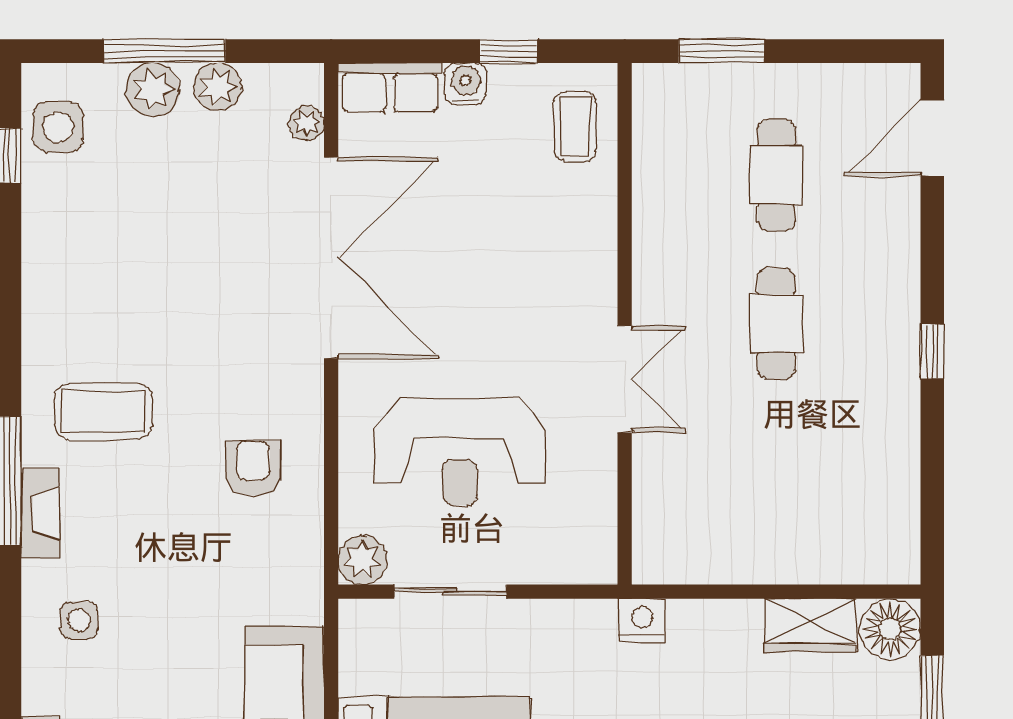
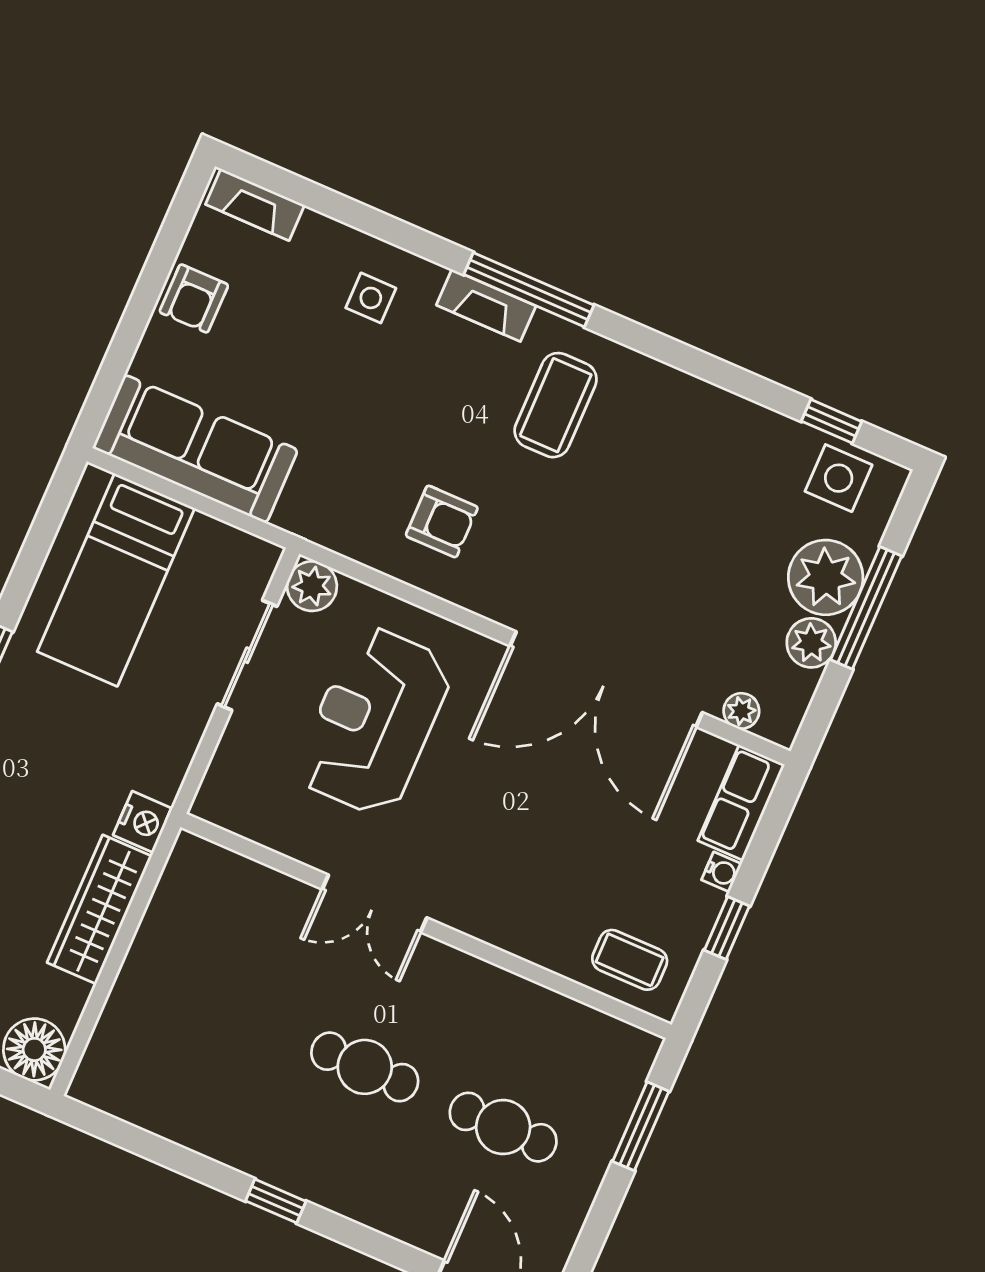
water cooler: (466, 84) -> (722, 872), width x0.72, depth x0.72
plant: (153, 90) -> (826, 577), width x1.36, depth x1.36
wardrobe: (810, 625) -> (99, 909), moved, width x1.50

